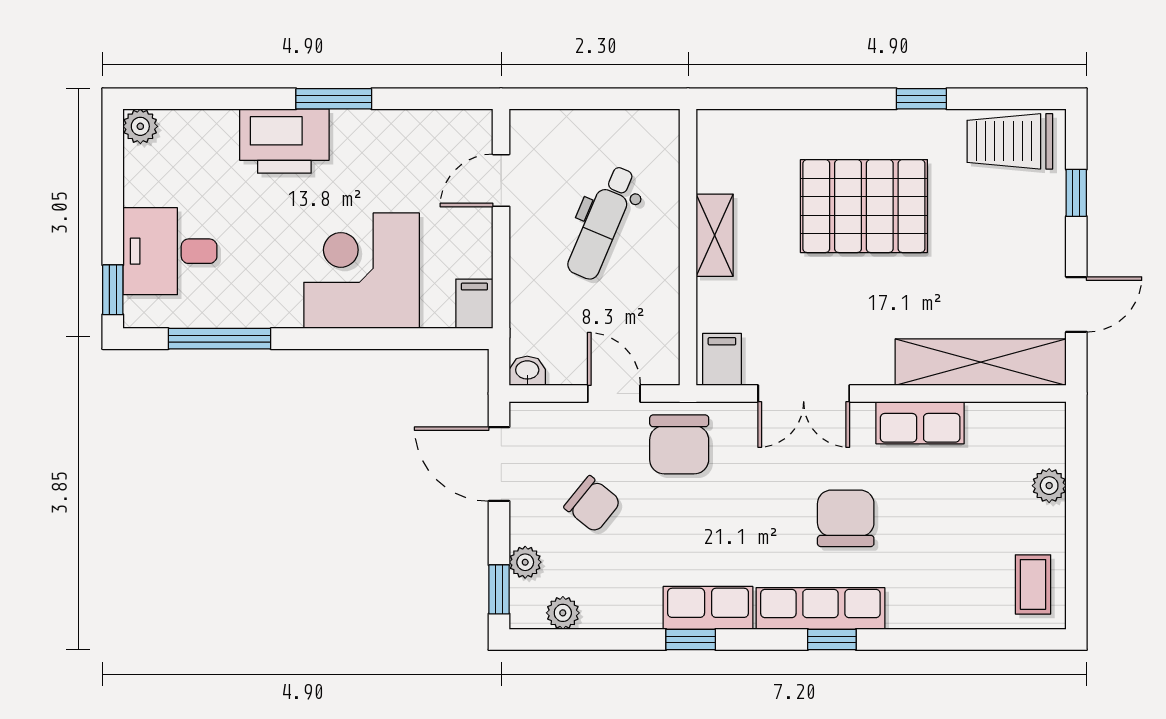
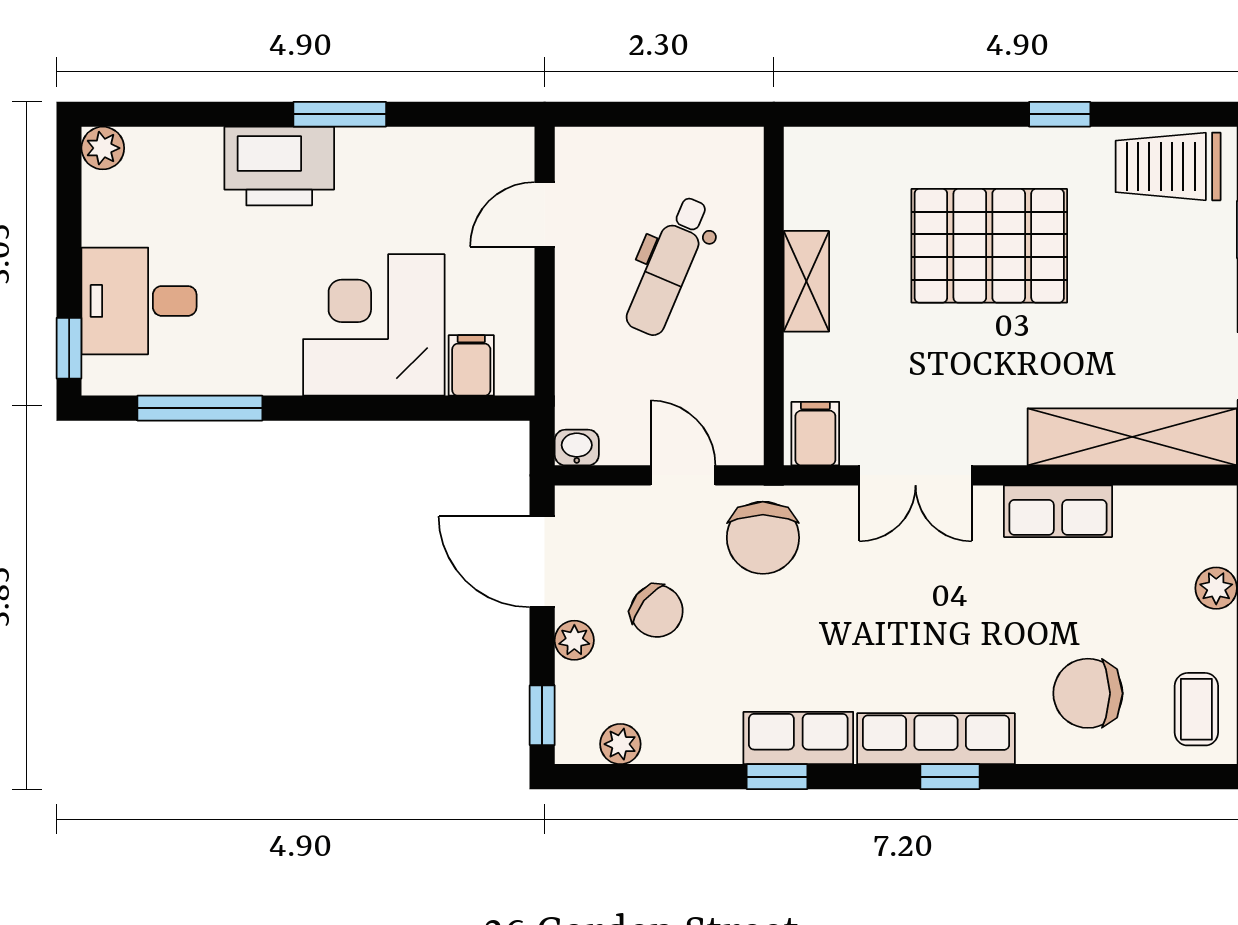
filing cabinet: (474, 304) -> (471, 365), moved
chair: (846, 518) -> (1088, 693), moved, turned -90
plant: (525, 562) -> (574, 640), moved

